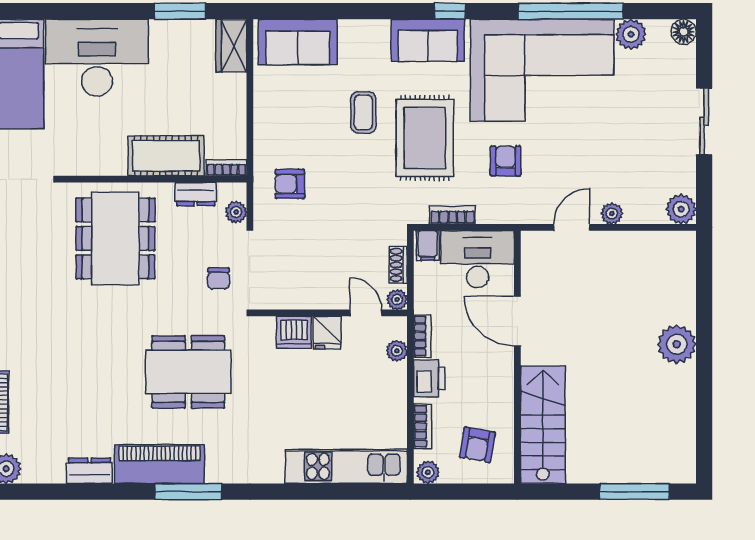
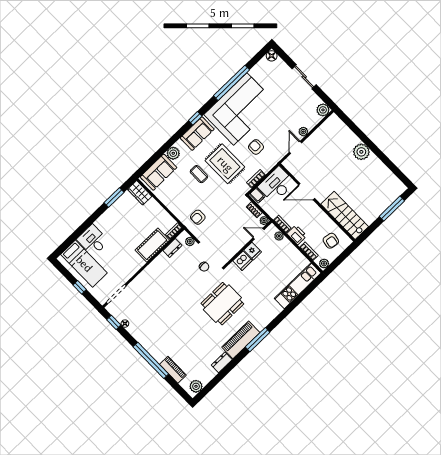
plant: (631, 34) -> (173, 153), moved
desk: (97, 58) -> (93, 240), width x0.53, depth x0.77
dining table: (115, 238) -> (161, 285), removed

